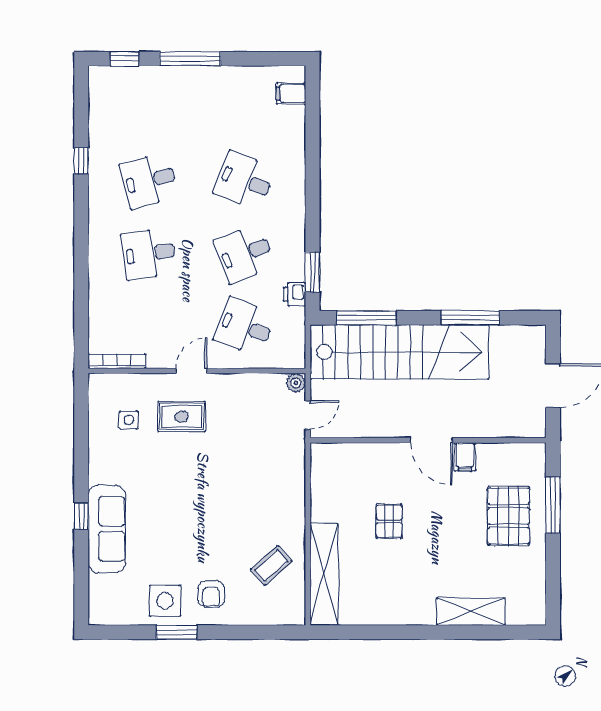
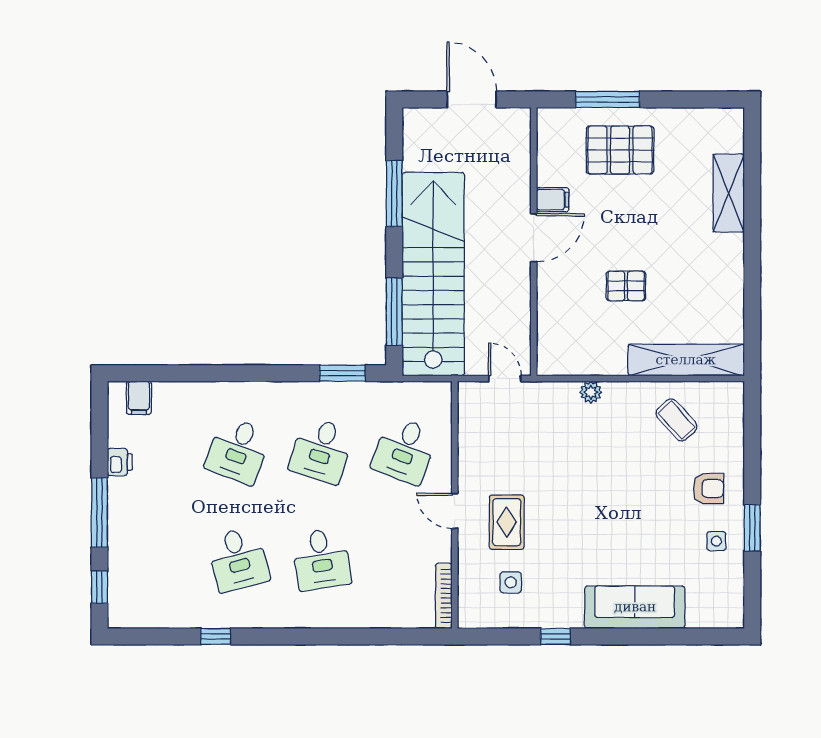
desk: (245, 254) -> (321, 450), turned 39
printer: (295, 294) -> (120, 462), moved, turned -90
plant: (296, 383) -> (591, 392), moved
window: (81, 516) -> (555, 636), moved
side table: (165, 601) -> (716, 541), width x0.54, depth x0.54

